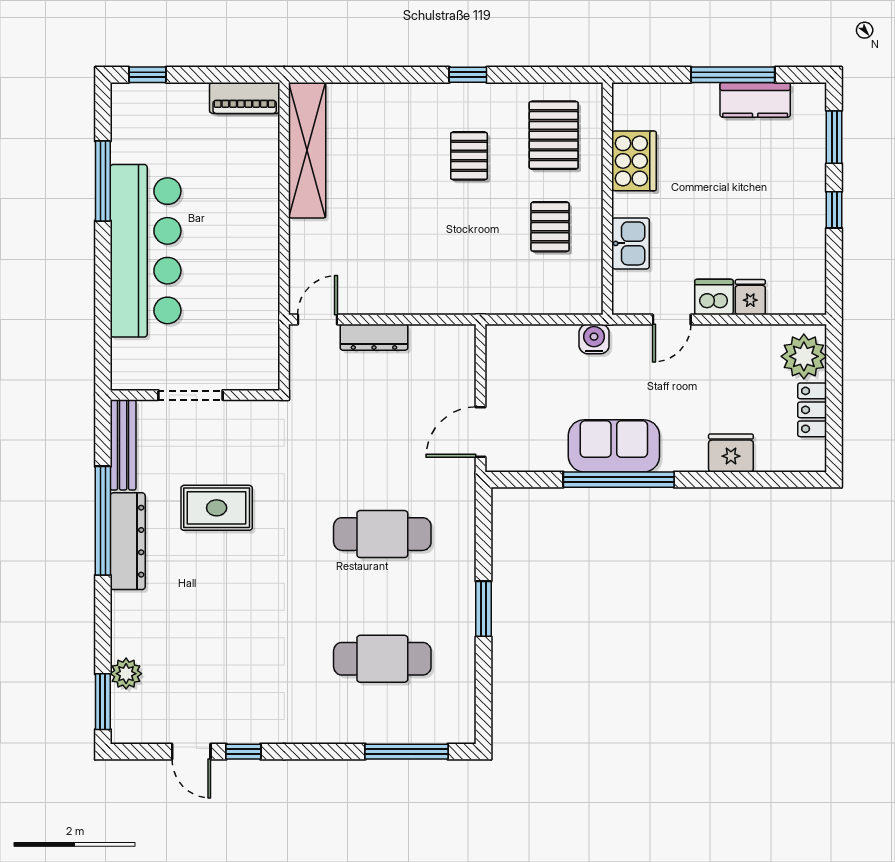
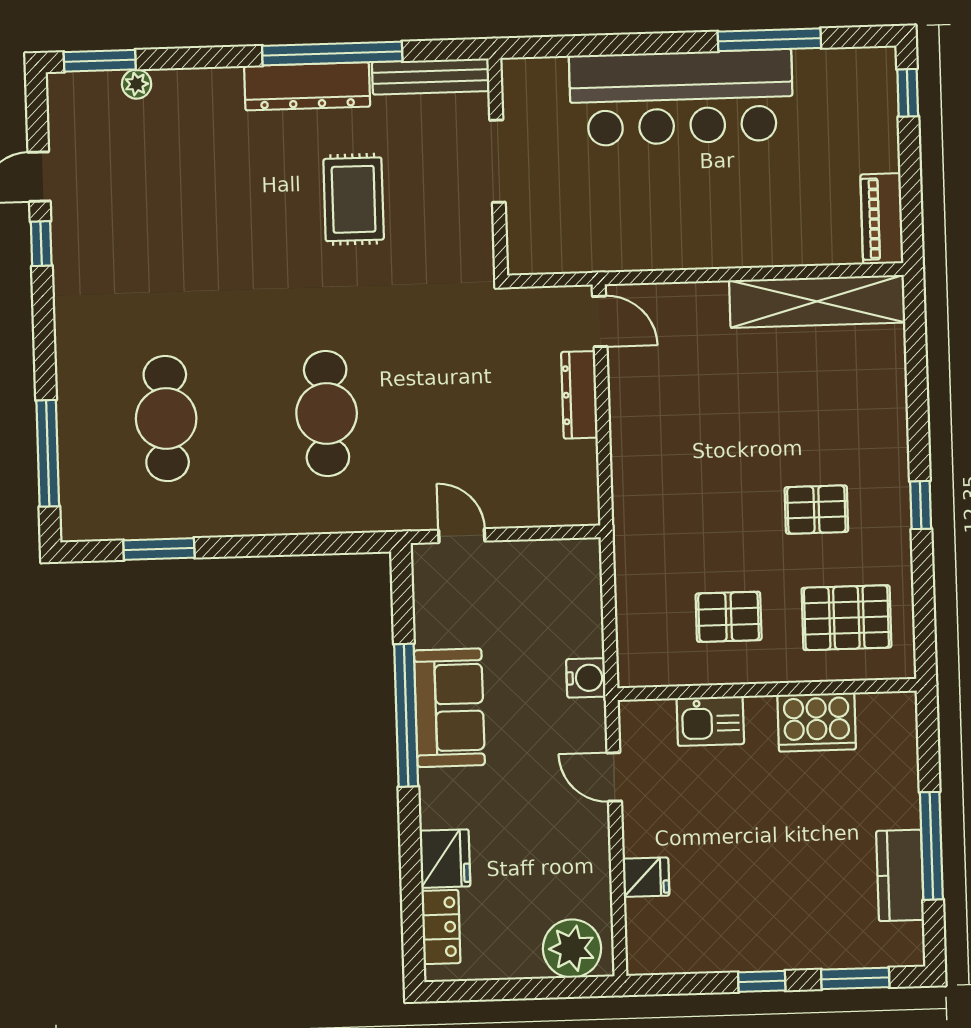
dishwasher: (714, 297) -> (645, 830), removed
locker: (812, 410) -> (441, 927), moved, turned 90
door: (481, 432) -> (462, 536), width x0.73
window: (484, 609) -> (159, 549), moved
plant: (126, 674) -> (137, 84), width x0.73, depth x0.73

